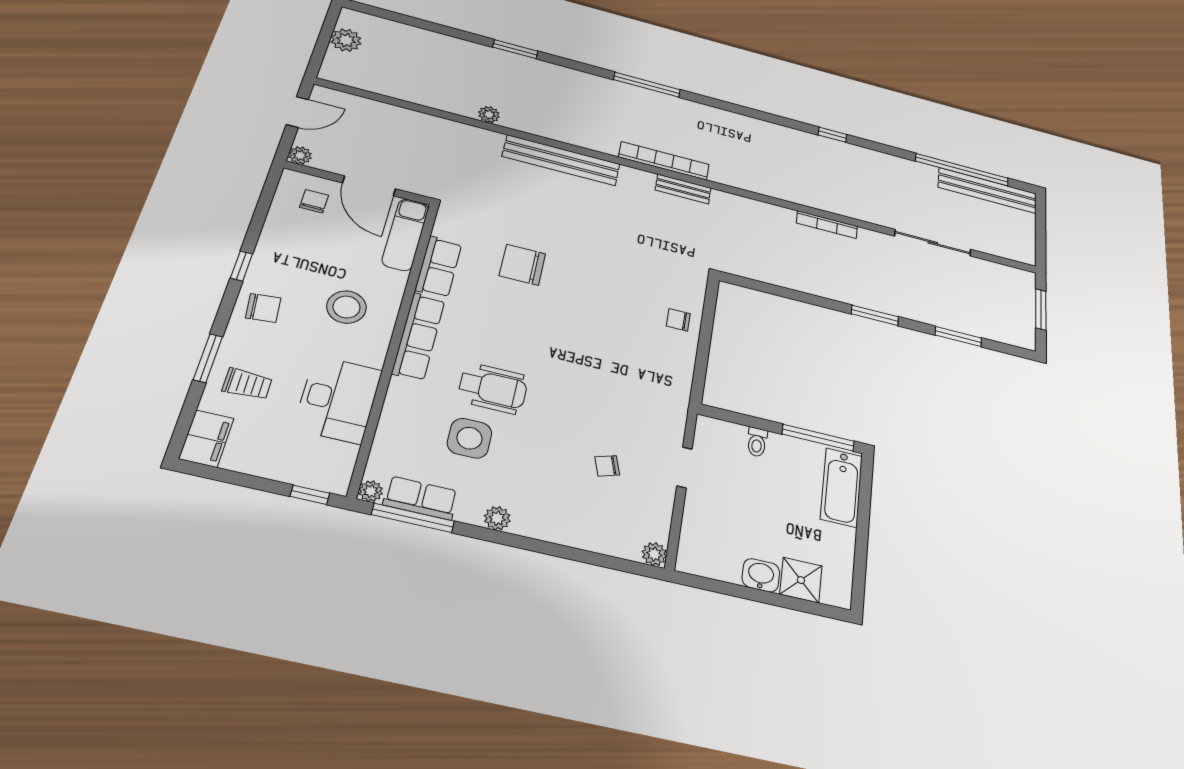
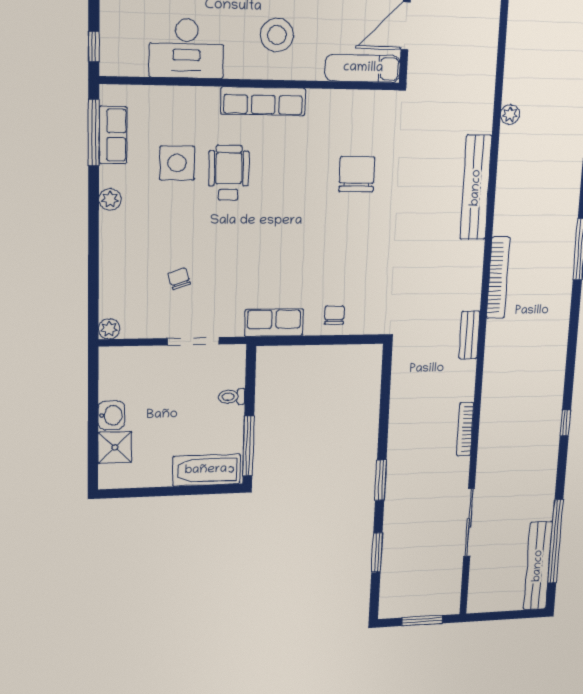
bench: (683, 189) -> (469, 335), moved
row of seats: (439, 267) -> (274, 323), moved, turned 180
wheelchair: (493, 388) -> (229, 173), turned 180
doorway: (685, 467) -> (193, 341), width x1.38
plant: (371, 491) -> (109, 94), removed

